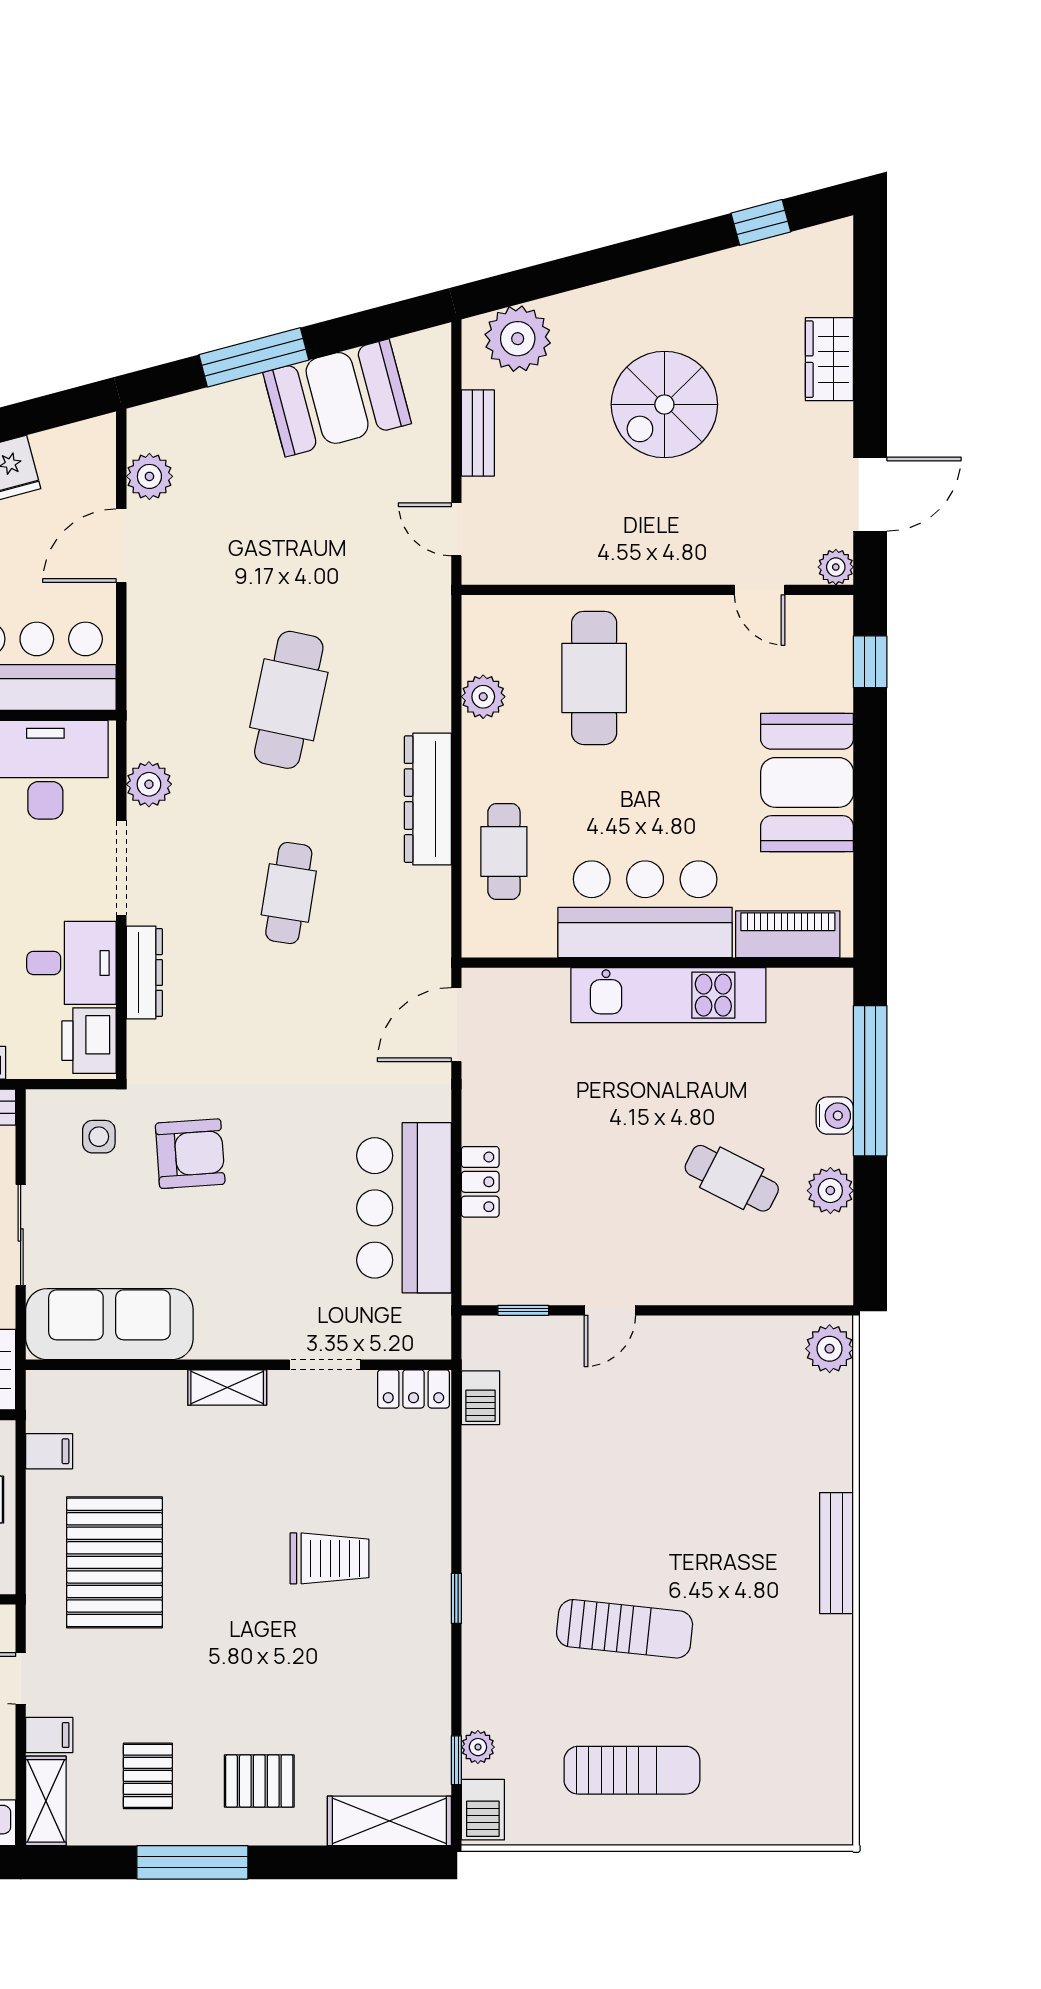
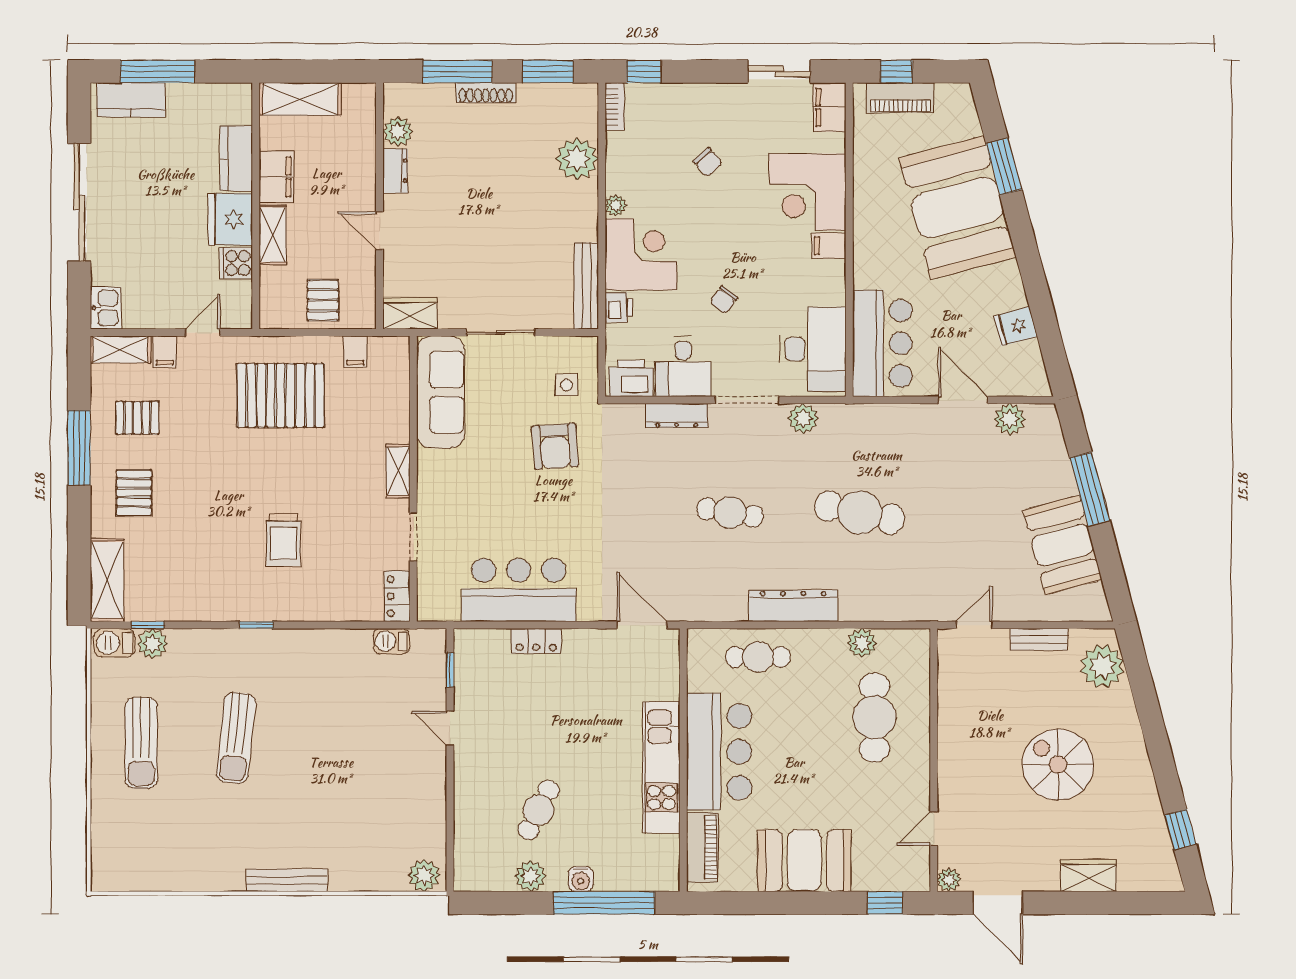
cafe table: (594, 678) -> (874, 718), turned 90
plant: (478, 1747) -> (152, 644), width x1.38, depth x1.38

